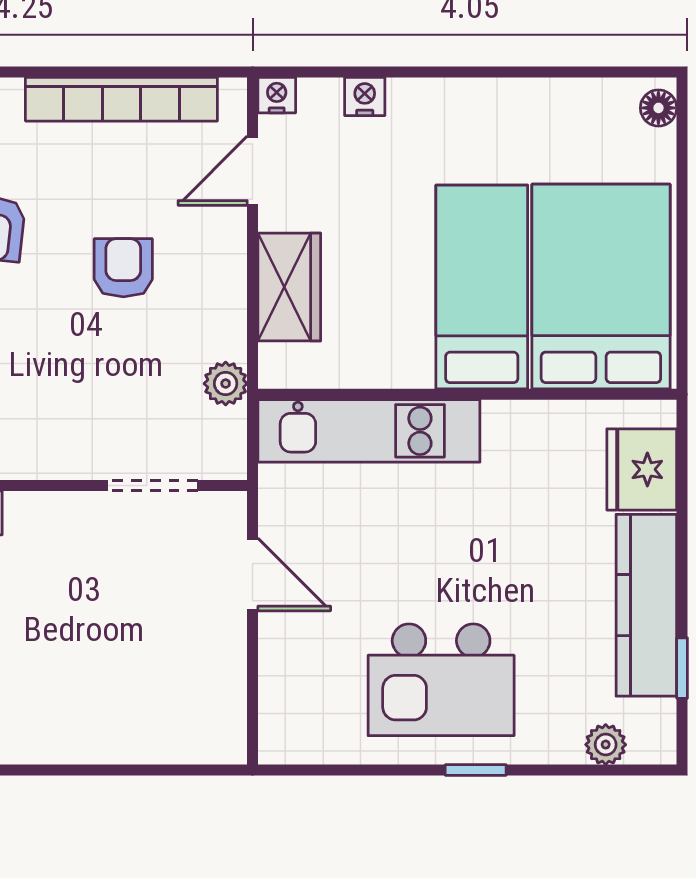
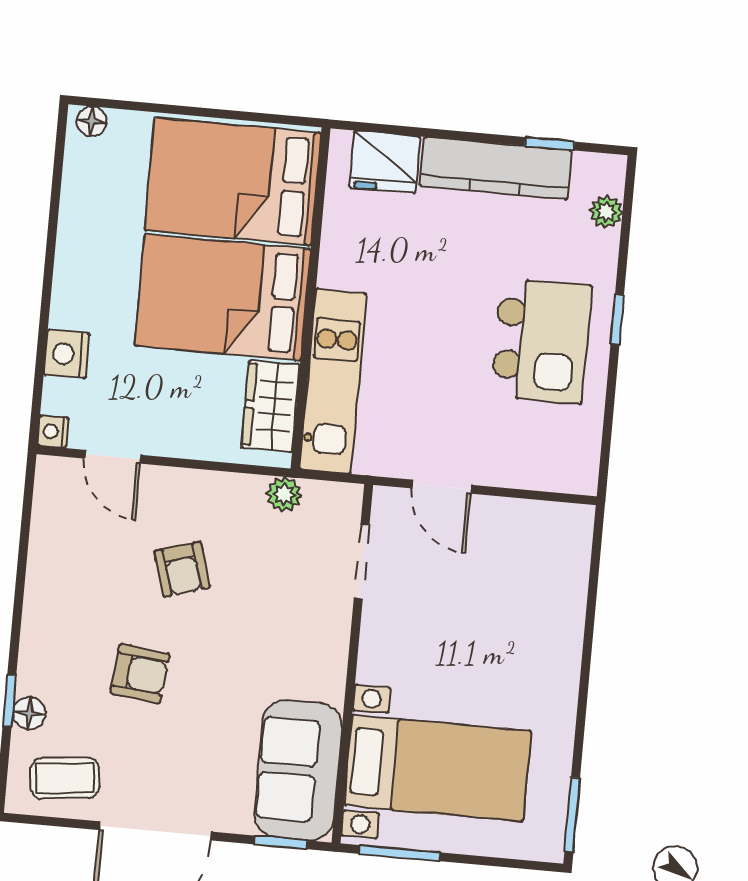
nightstand: (365, 97) -> (67, 354), width x1.39, depth x1.35
bookcase: (121, 99) -> (45, 558), removed
armchair: (123, 268) -> (182, 569), turned -107
wardrobe: (289, 287) -> (271, 406), moved, turned -90
bed: (482, 287) -> (223, 297), width x1.50
door: (253, 575) -> (442, 487), swing flipped

